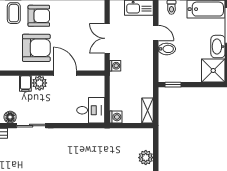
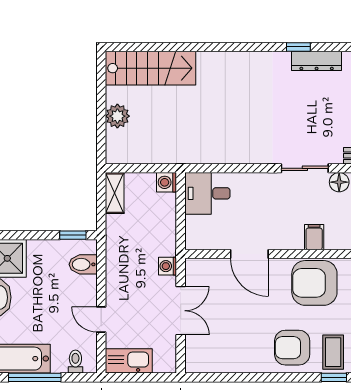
armchair: (36, 48) -> (314, 283), moved
bidet: (167, 49) -> (83, 264), moved
plant: (40, 83) -> (291, 238), removed

